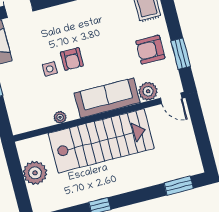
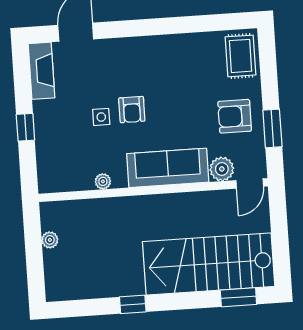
door: (171, 98) -> (250, 183), hinge flipped
stairs: (101, 141) -> (209, 264), moved, turned 180
plant: (35, 173) -> (50, 240), width x0.53, depth x0.53

